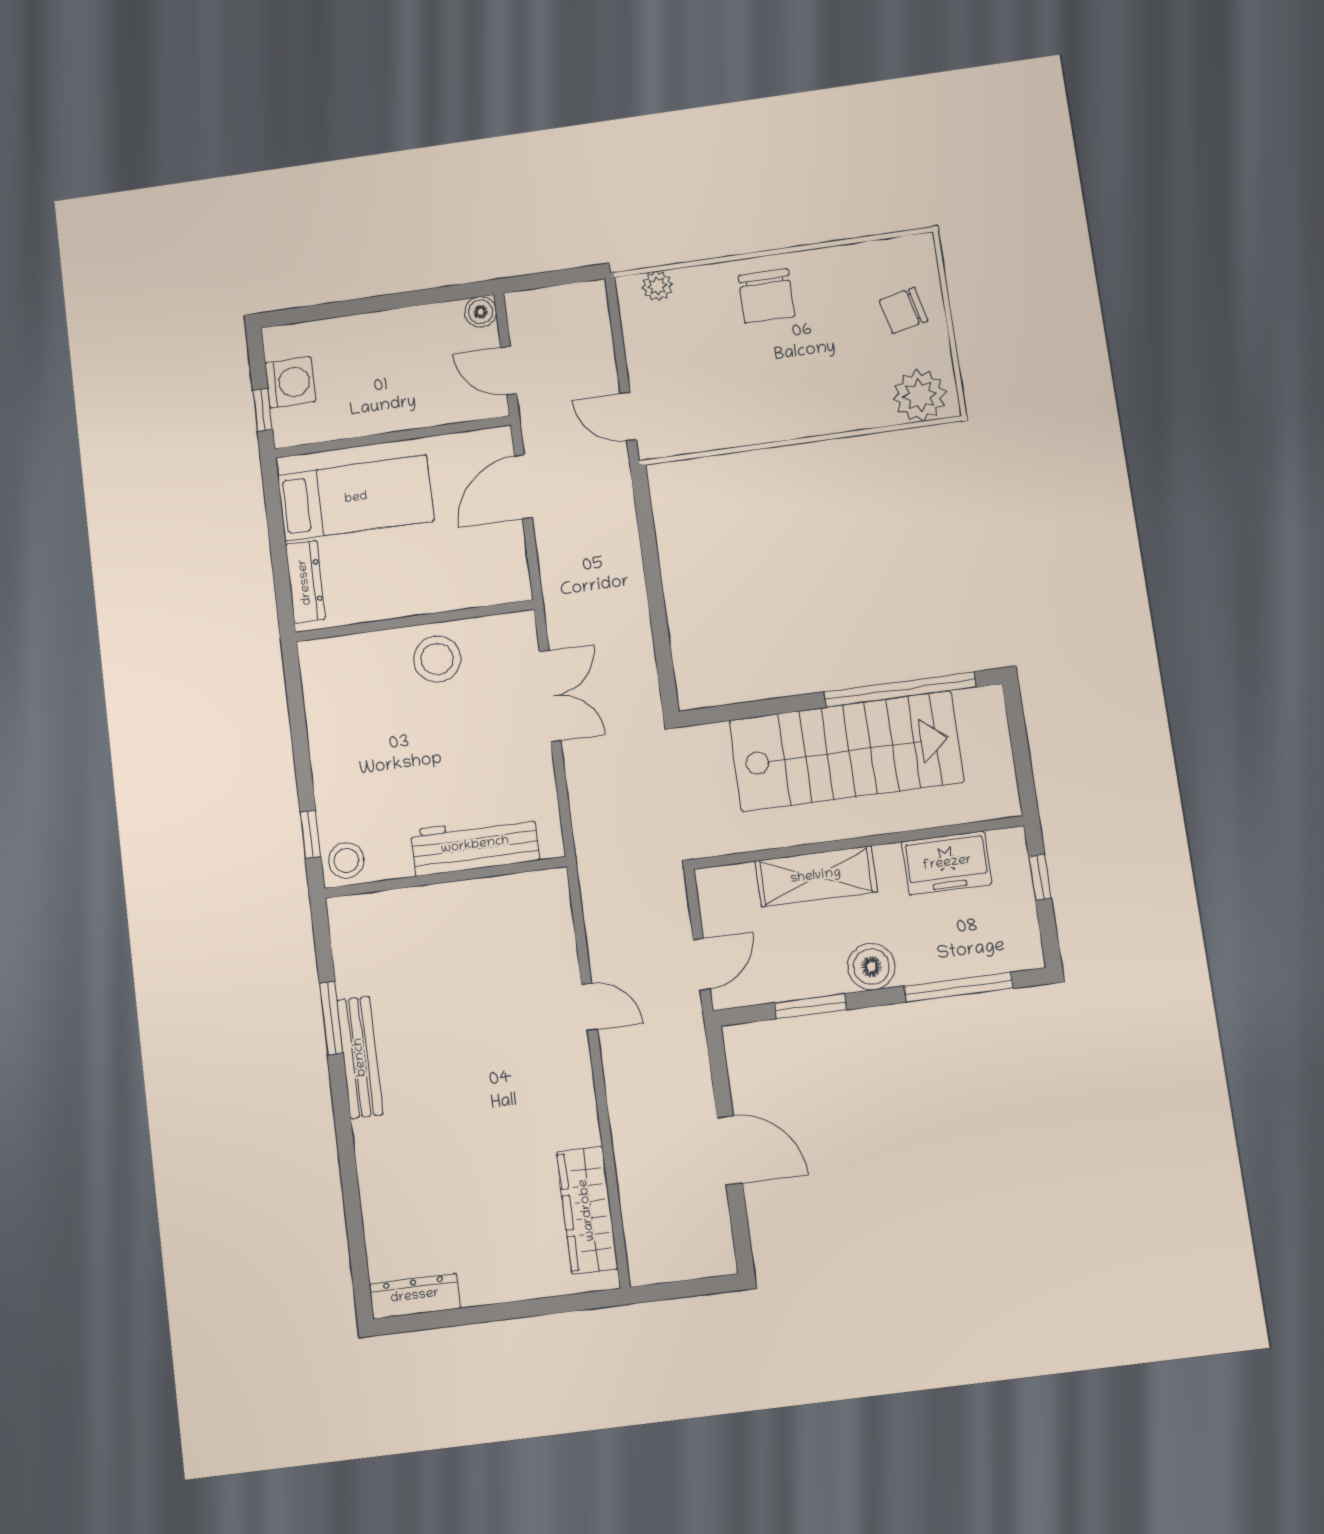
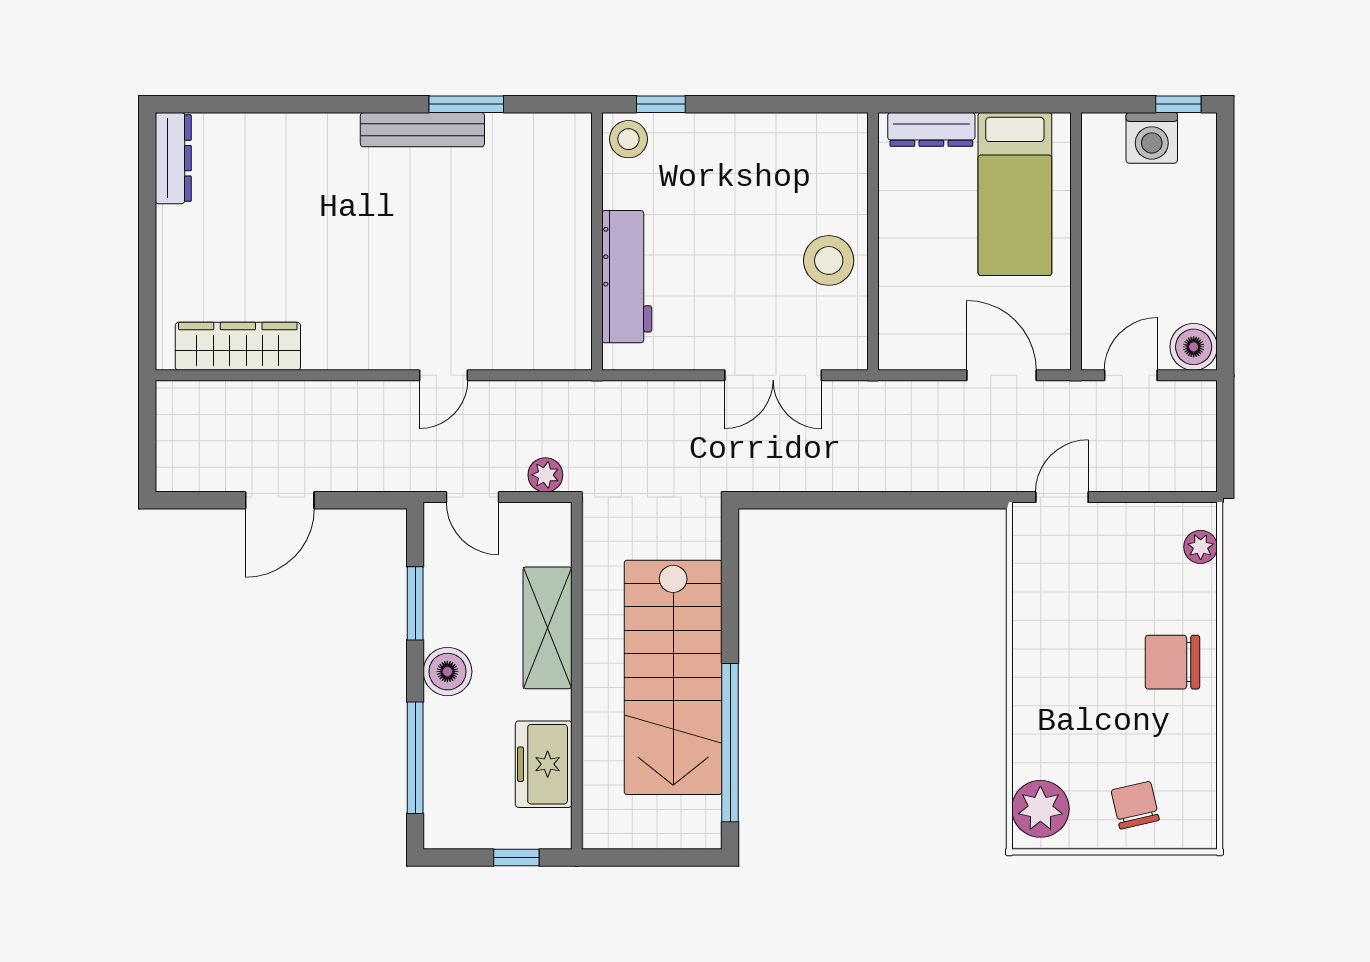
boiler: (481, 312) -> (1194, 347), width x1.36, depth x1.36
window: (263, 410) -> (1178, 104), moved
plant: (671, 897) -> (545, 475), added

